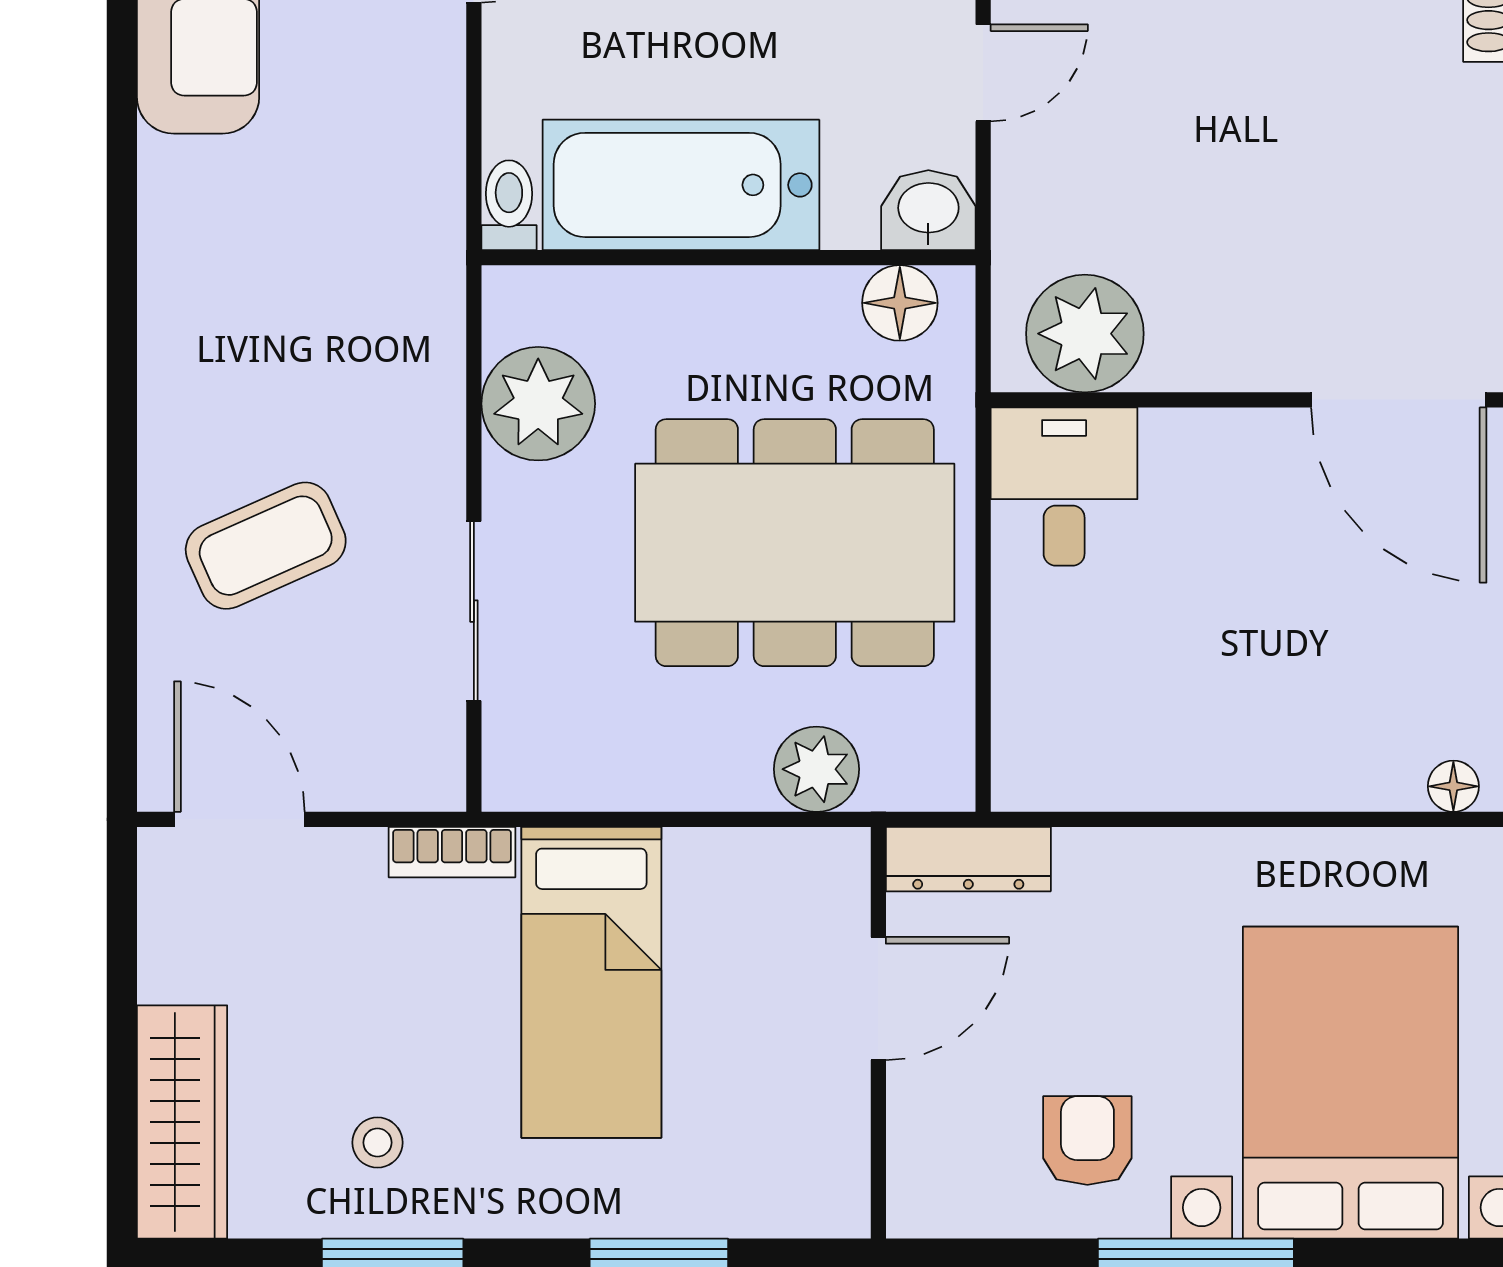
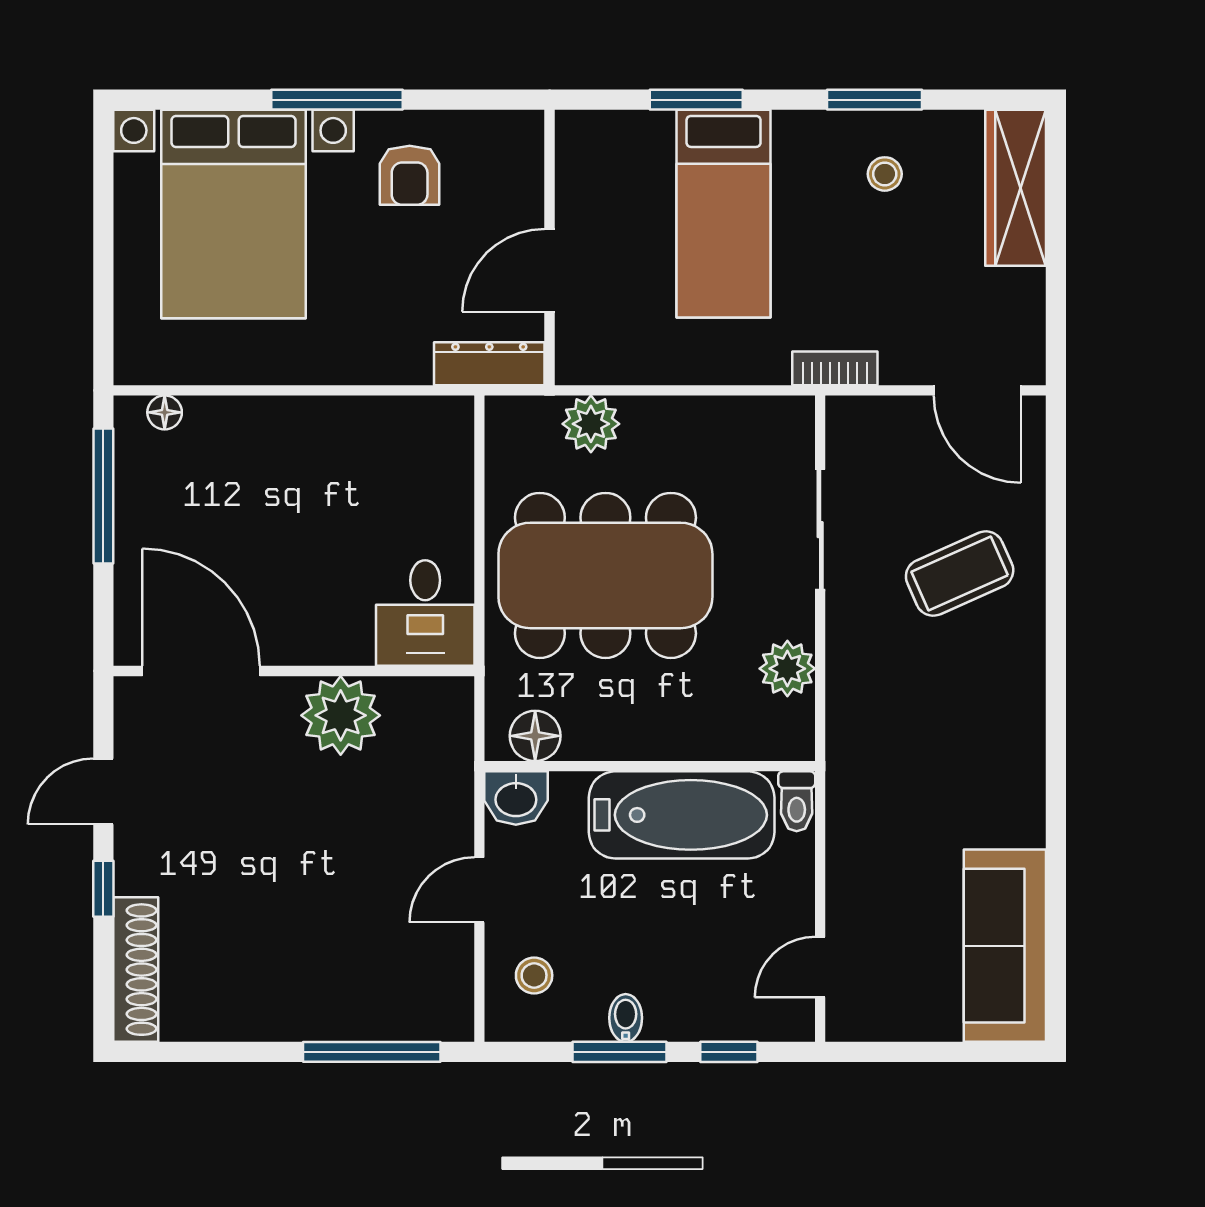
plant: (1085, 334) -> (341, 715), moved
plant: (538, 404) -> (787, 669), width x0.73, depth x0.73
bed: (591, 982) -> (724, 214), moved, turned 180

